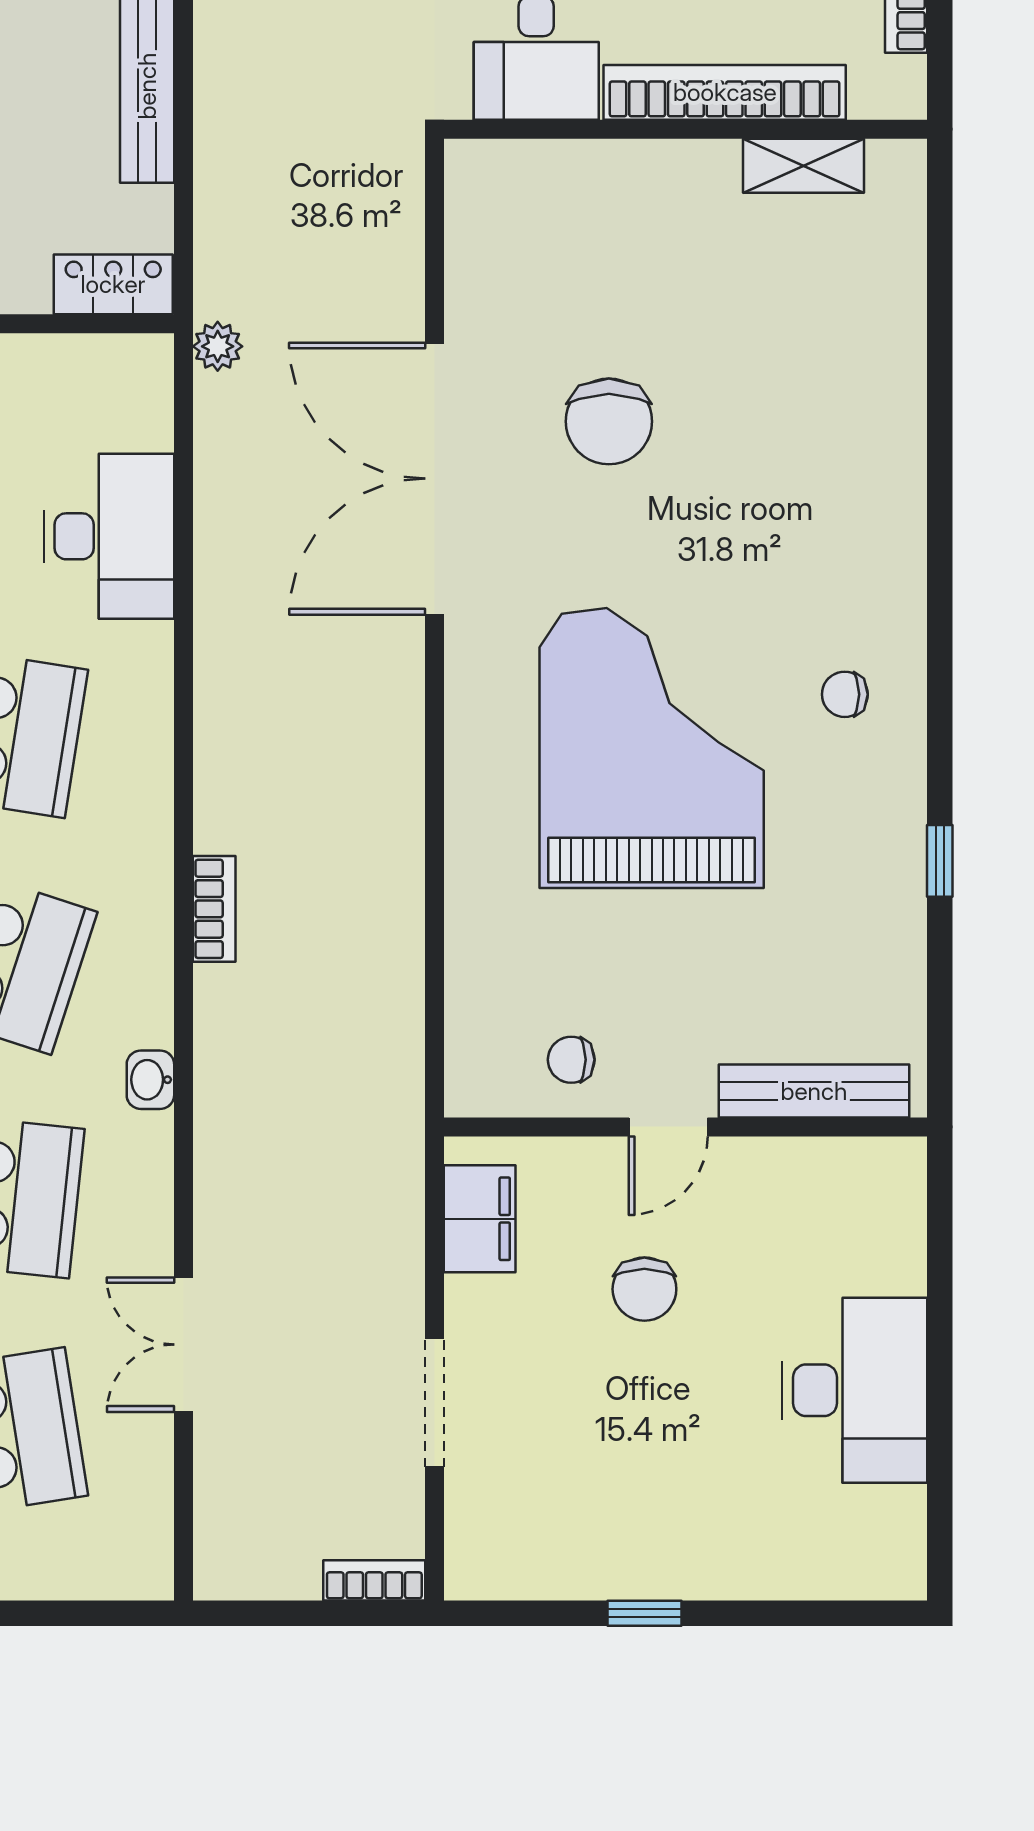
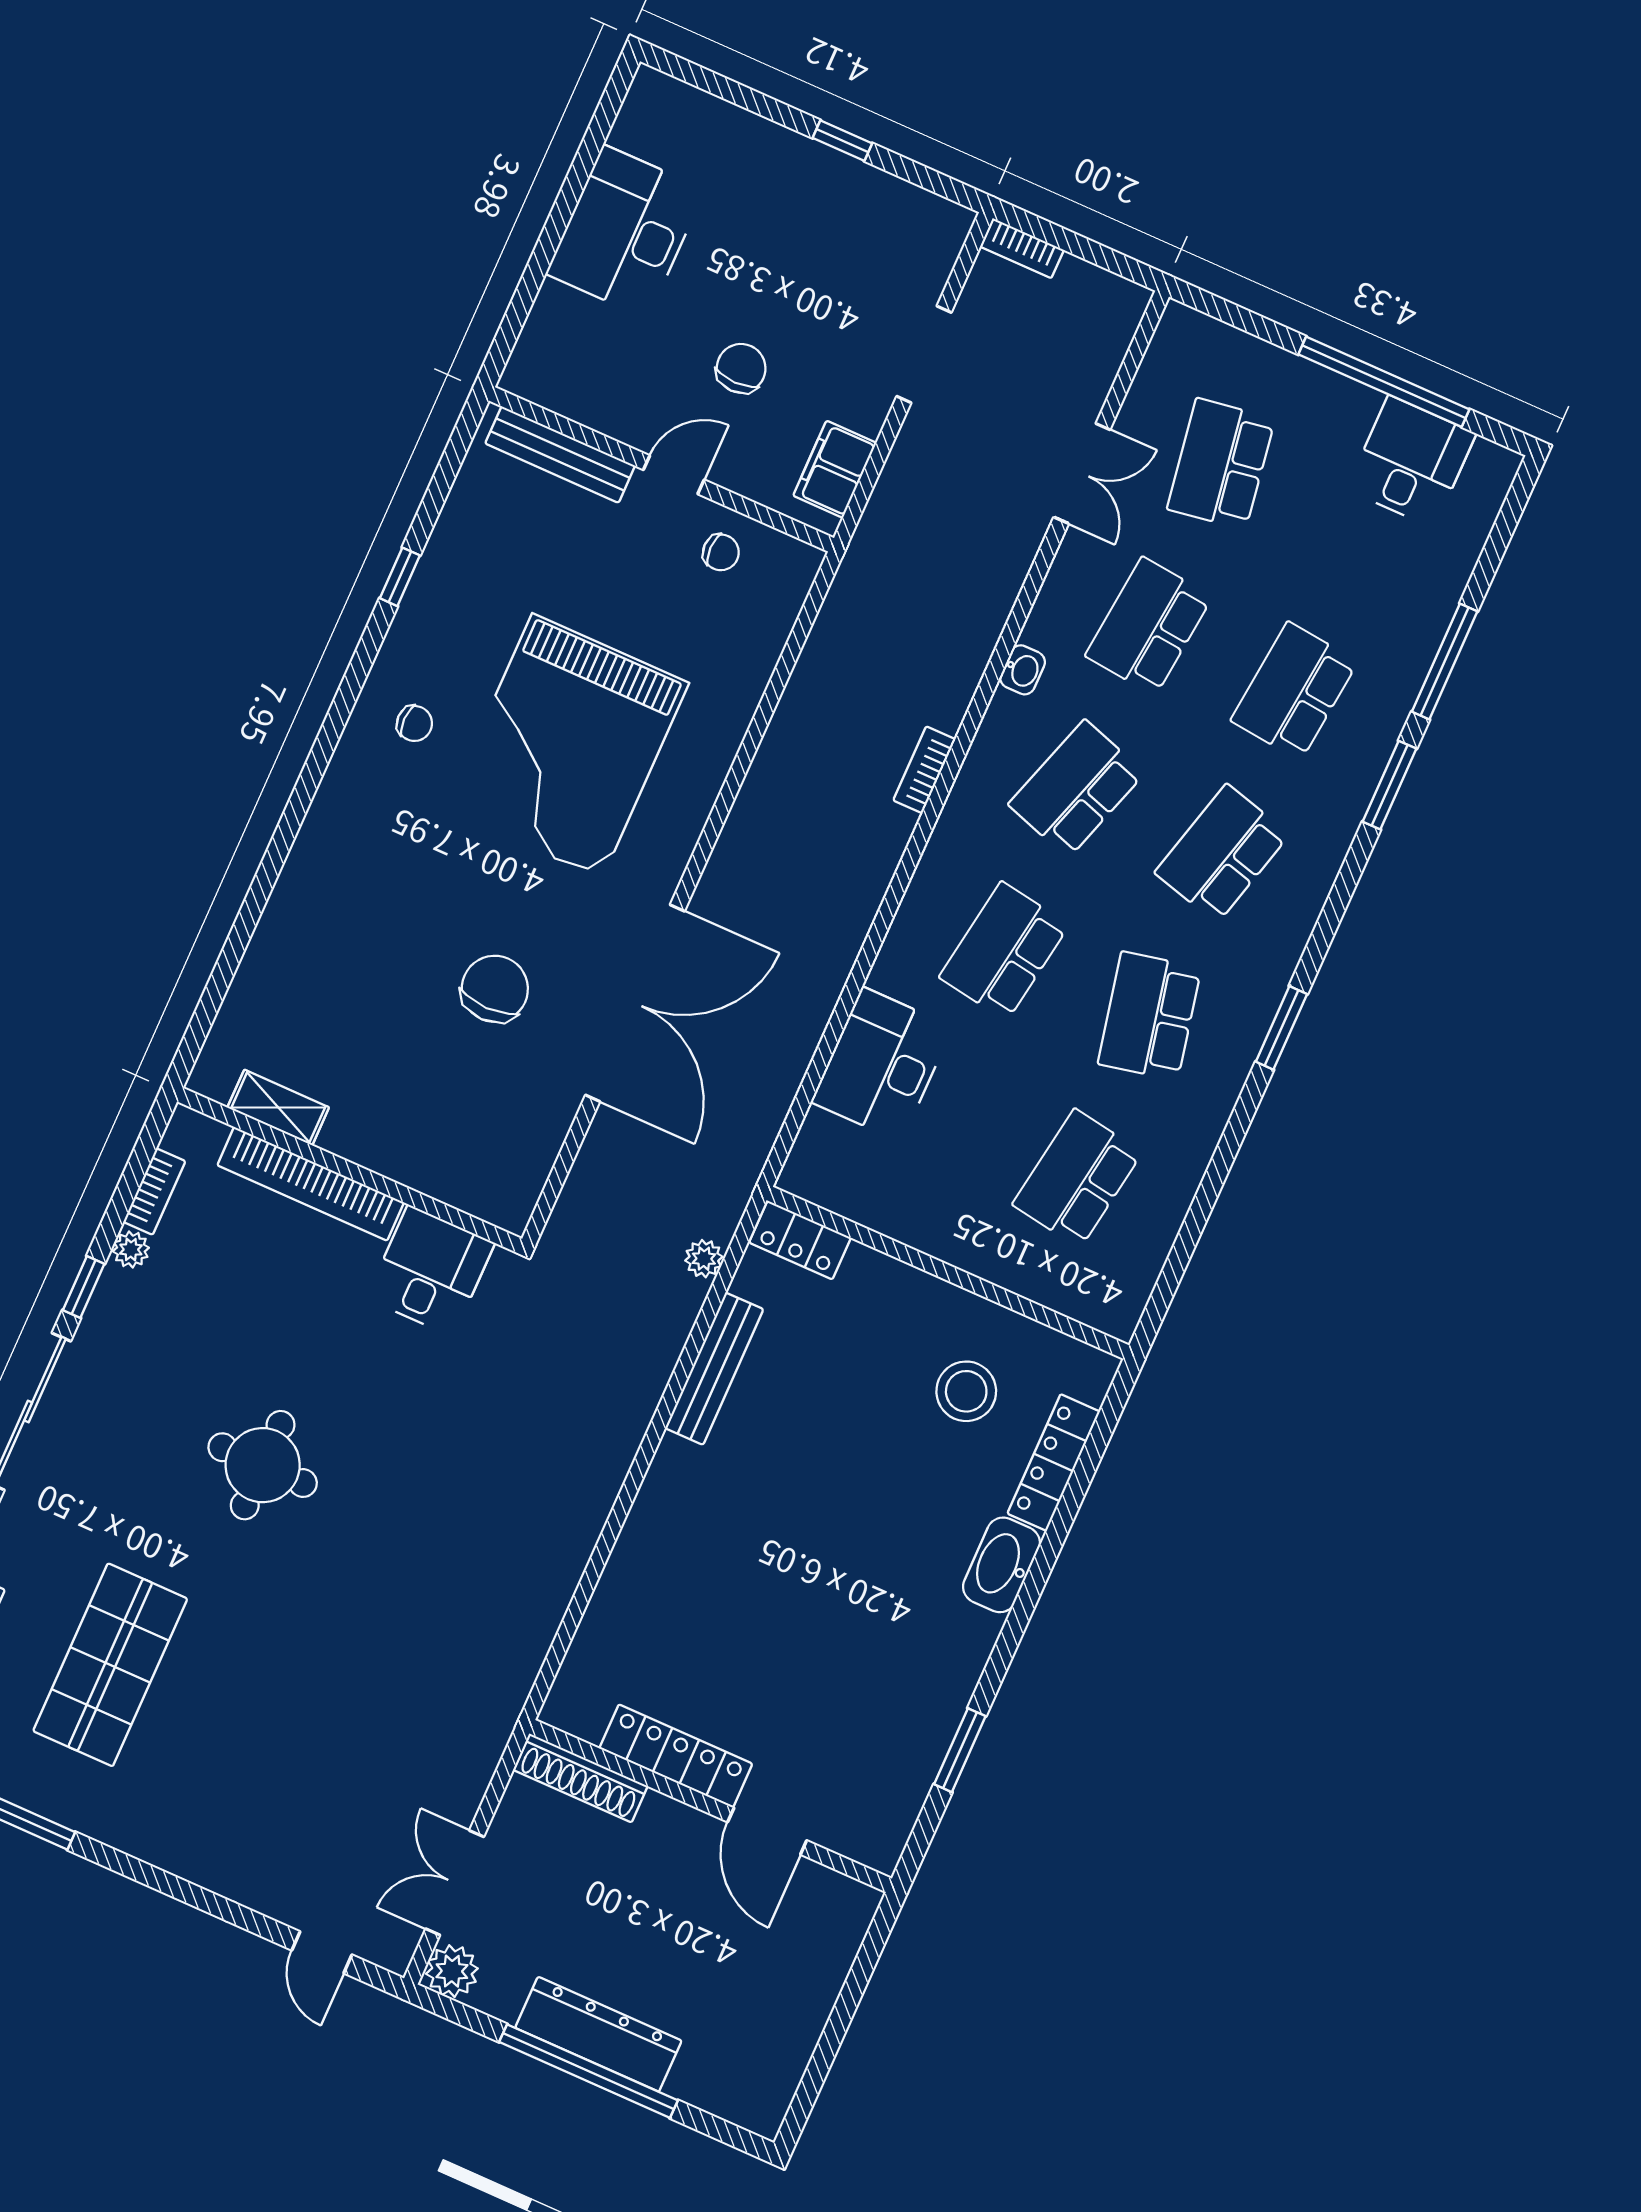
plant: (218, 346) -> (704, 1259), moved

